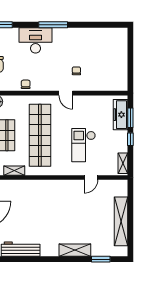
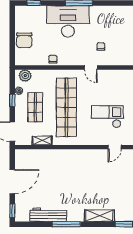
desk: (36, 40) -> (68, 21), width x1.36, depth x1.30
checkout: (83, 145) -> (108, 117), turned 90
window: (40, 259) -> (66, 224), added

